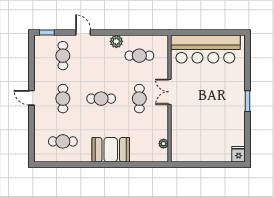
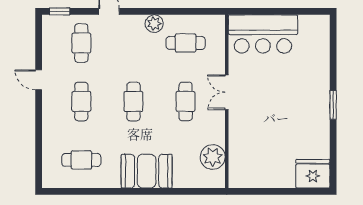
bar counter: (205, 49) -> (263, 34), width x0.73
door: (31, 98) -> (39, 80), moved
cafe table: (101, 99) -> (133, 101), turned 90
plant: (163, 144) -> (213, 157), width x1.88, depth x1.88
fridge: (239, 154) -> (313, 174), width x1.88, depth x1.34

